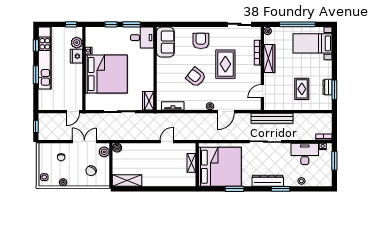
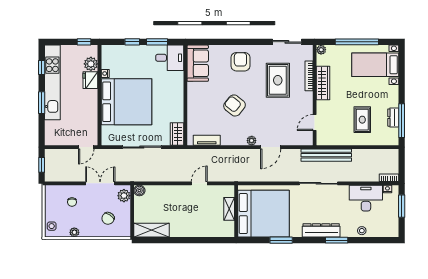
rug: (225, 64) -> (278, 80), moved
window: (334, 90) -> (402, 121), width x1.44

